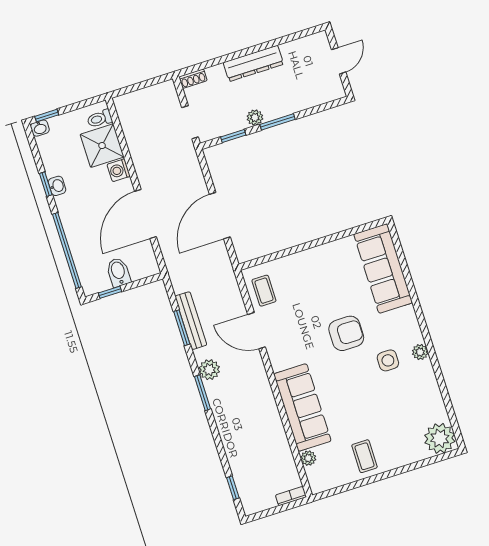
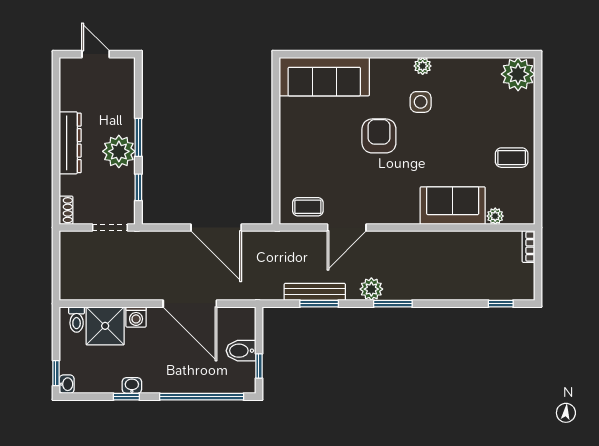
plant: (255, 118) -> (119, 151), width x1.87, depth x1.87
sofa: (302, 407) -> (453, 206), width x0.73

